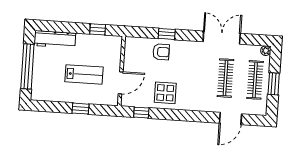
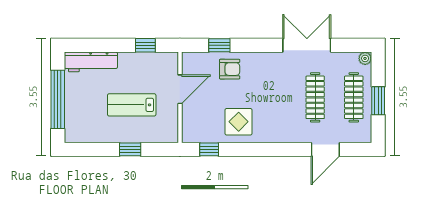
window: (167, 34) -> (219, 45), moved
lab bench: (84, 74) -> (132, 105), turned 180
door: (121, 83) -> (180, 89), moved

